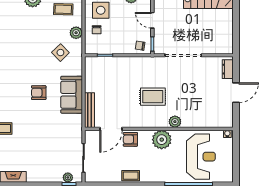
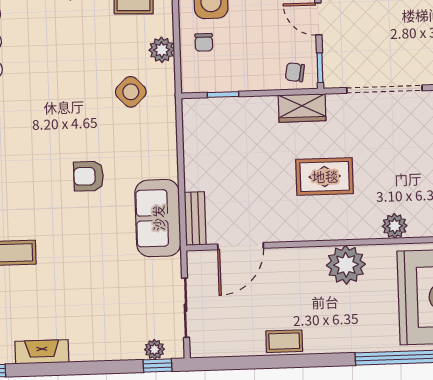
wardrobe: (143, 63) -> (302, 108), added
sofa: (72, 95) -> (158, 218), moved
bench: (90, 110) -> (195, 219), width x0.73
plant: (175, 122) -> (395, 226), moved
armchair: (130, 139) -> (281, 266), removed

